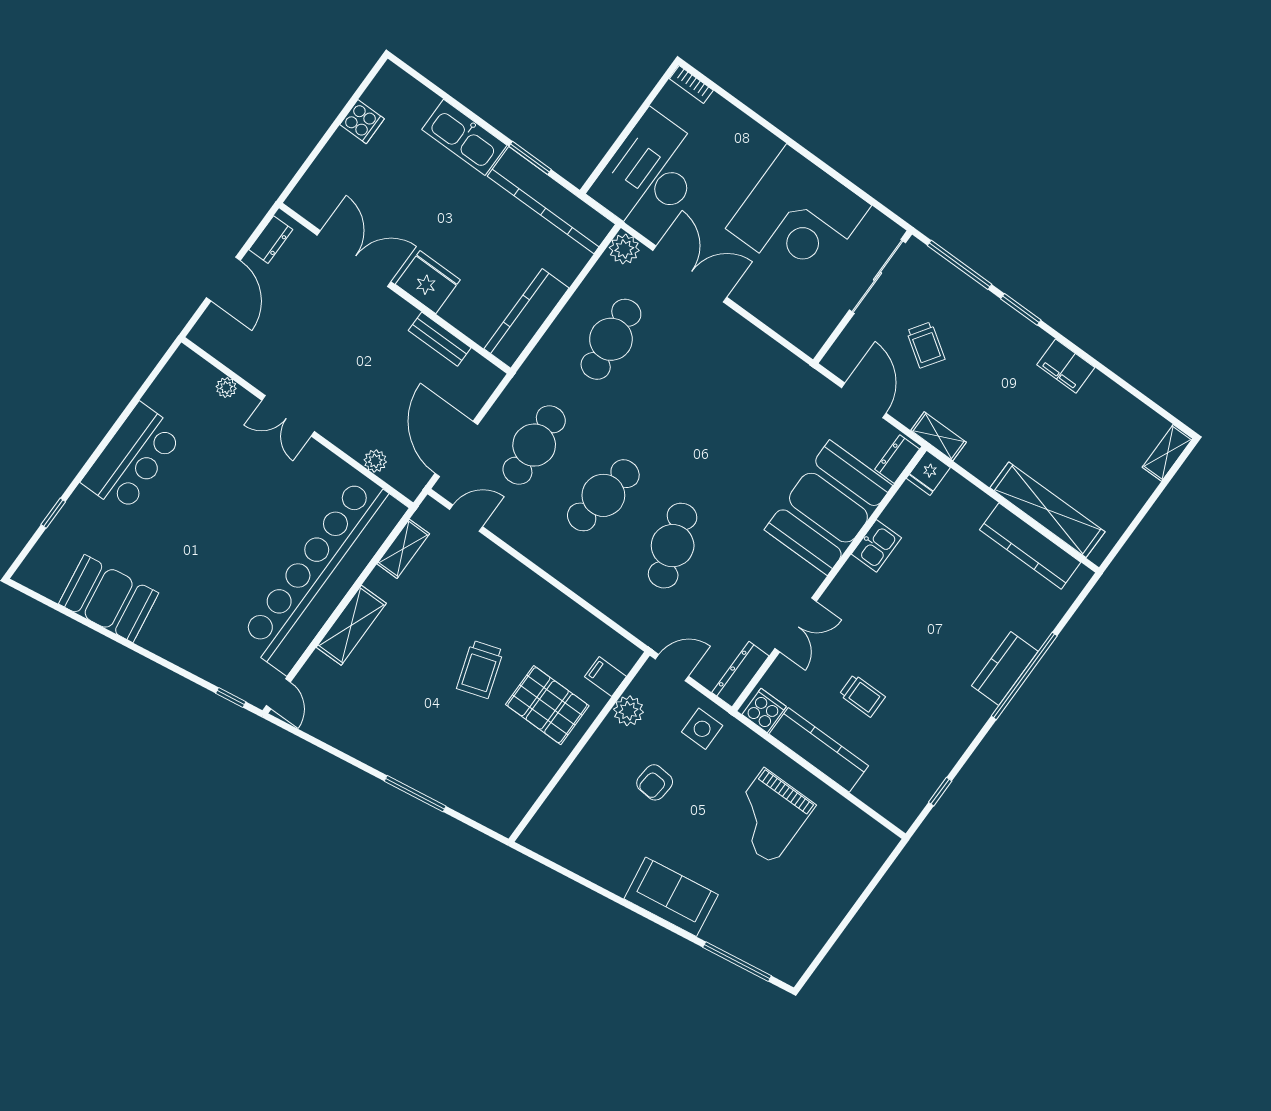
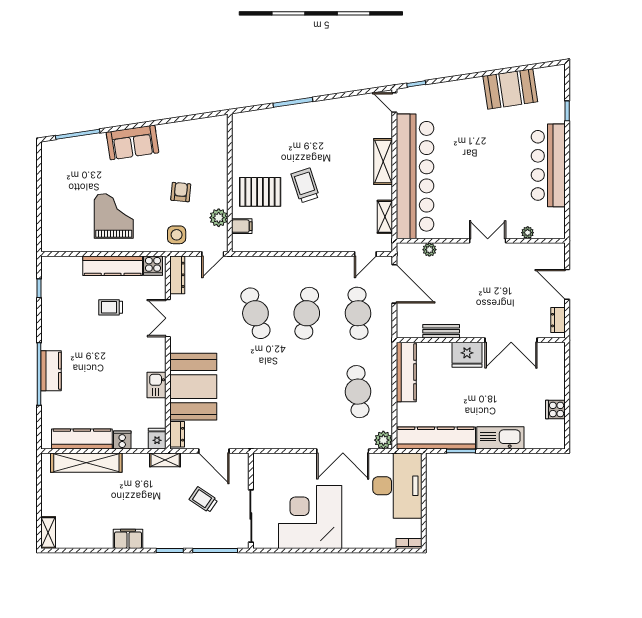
bar counter: (132, 458) -> (548, 165), width x1.36
cooker: (977, 505) -> (122, 440), added

